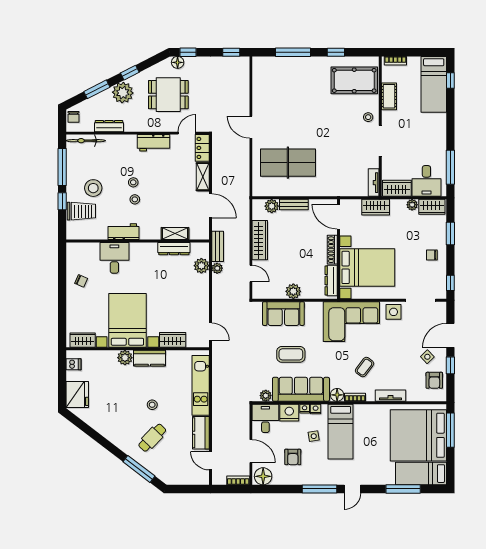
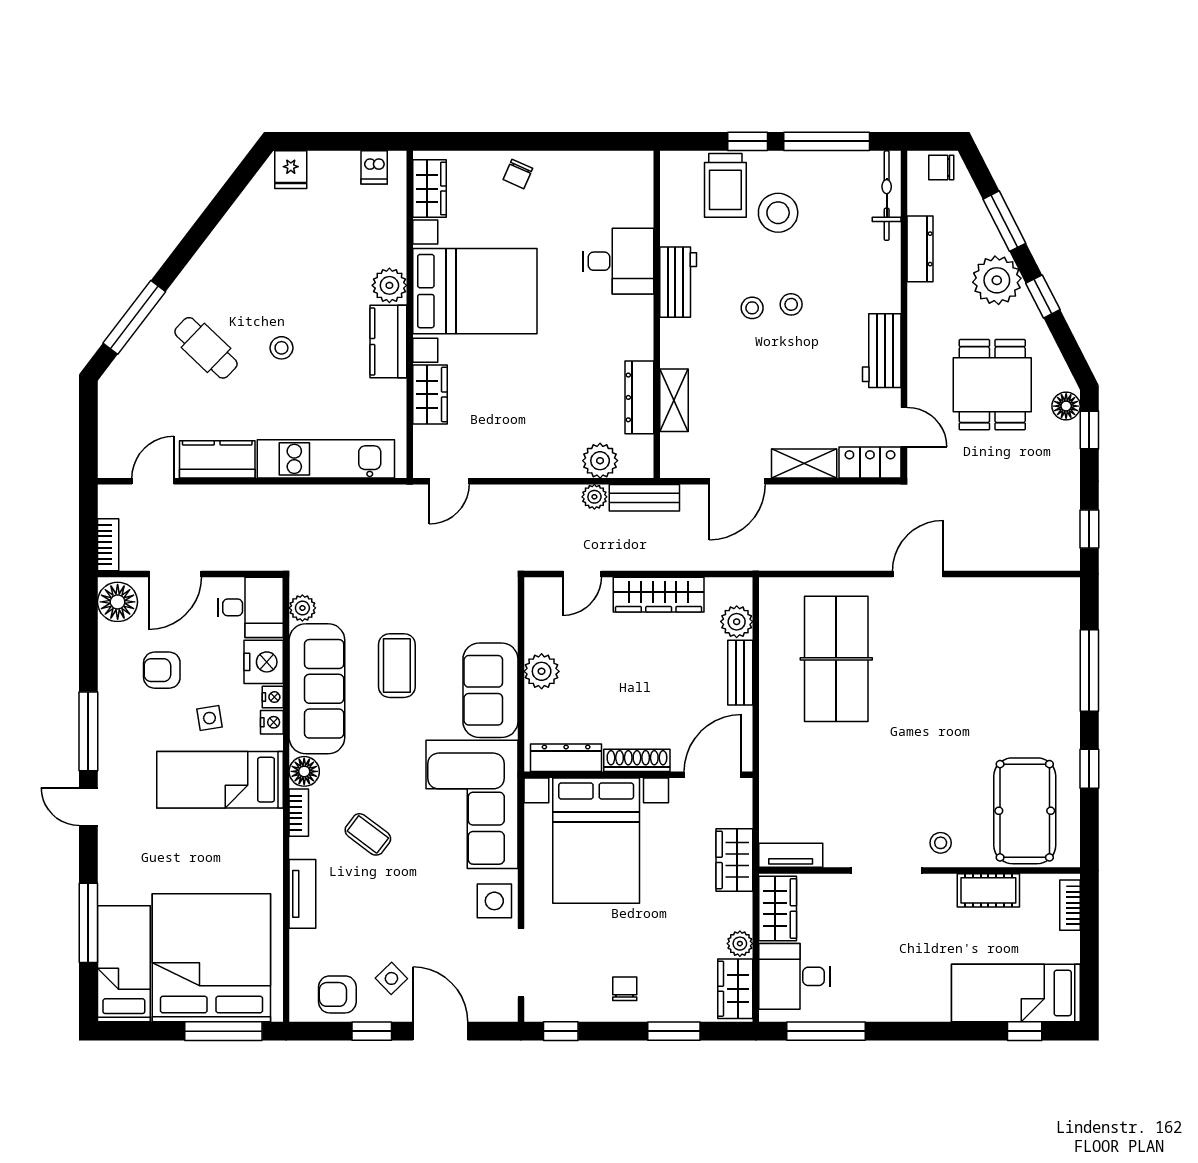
chair: (81, 281) -> (518, 174), moved
sofa: (283, 314) -> (490, 690), moved
fridge: (77, 395) -> (291, 170), width x0.53, depth x0.75

